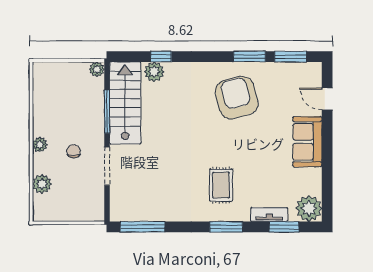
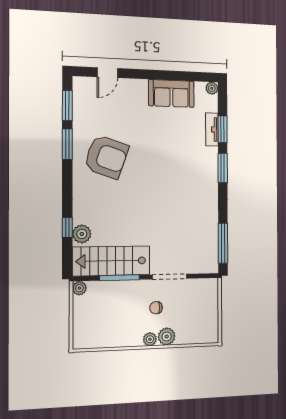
armchair: (237, 98) -> (106, 157), turned -146
sofa: (307, 142) -> (171, 93), moved
plant: (42, 184) -> (167, 336), moved
rug: (221, 185) -> (186, 172), removed
plant: (309, 208) -> (212, 88), width x0.53, depth x0.53
window: (284, 227) -> (223, 129), moved

